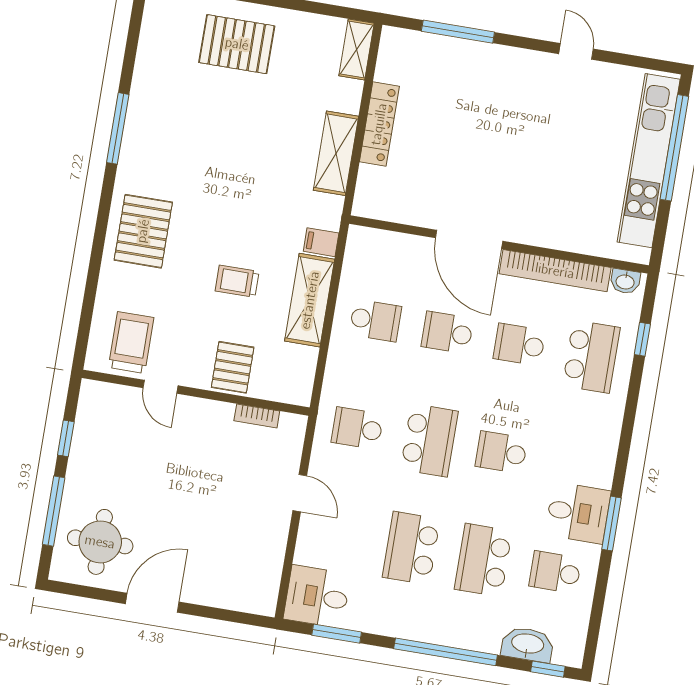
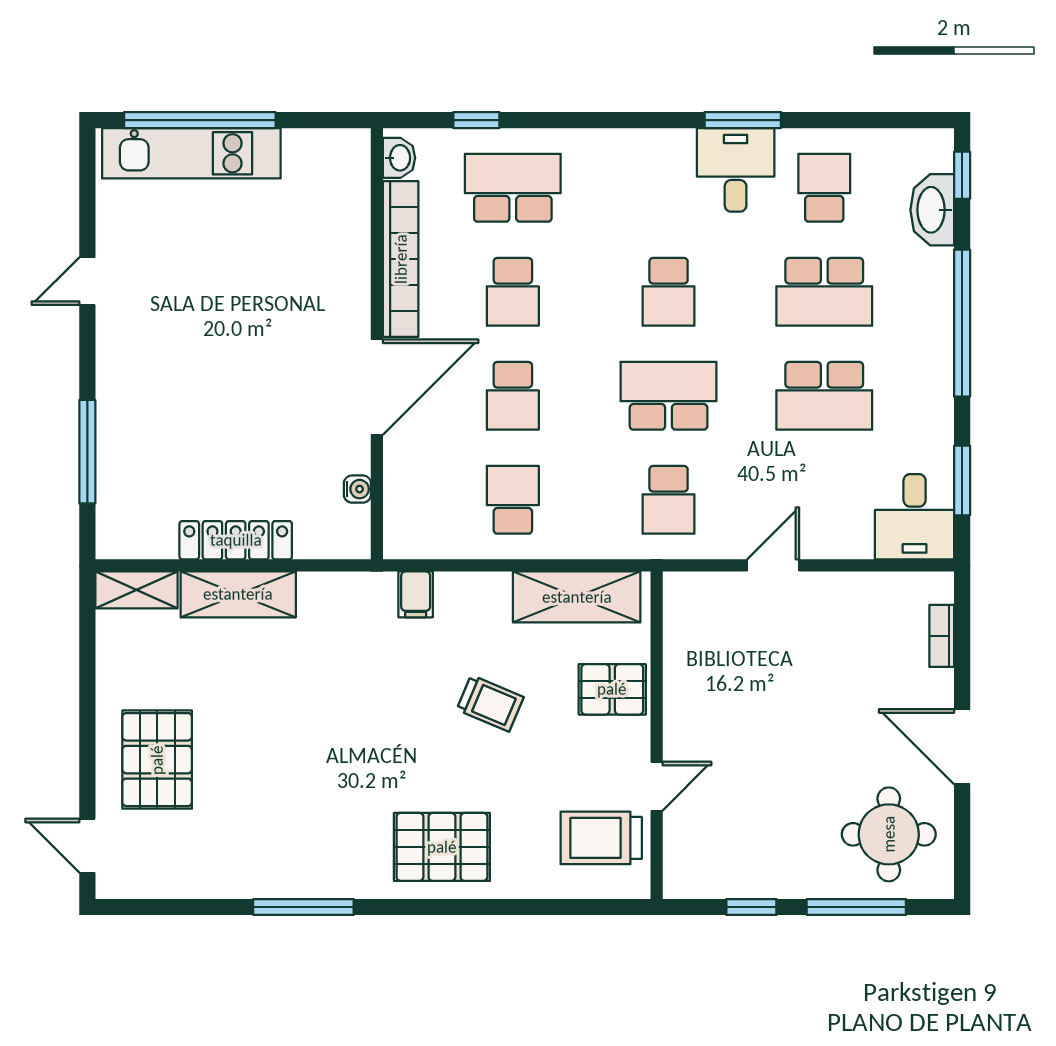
shelving: (336, 153) -> (238, 594), moved
kitchen unit: (649, 161) -> (191, 153), width x0.73
water cooler: (401, 214) -> (357, 489), added
trolley: (237, 281) -> (490, 703), turned -67
shelving: (310, 300) -> (577, 597), moved
bookcase: (257, 416) -> (942, 636), moved, turned 180
school desk: (555, 572) -> (824, 188), turned 180

